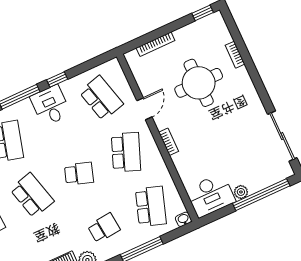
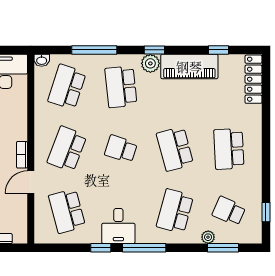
bookcase: (169, 142) -> (22, 155), moved
school desk: (104, 228) -> (121, 87), width x1.85

